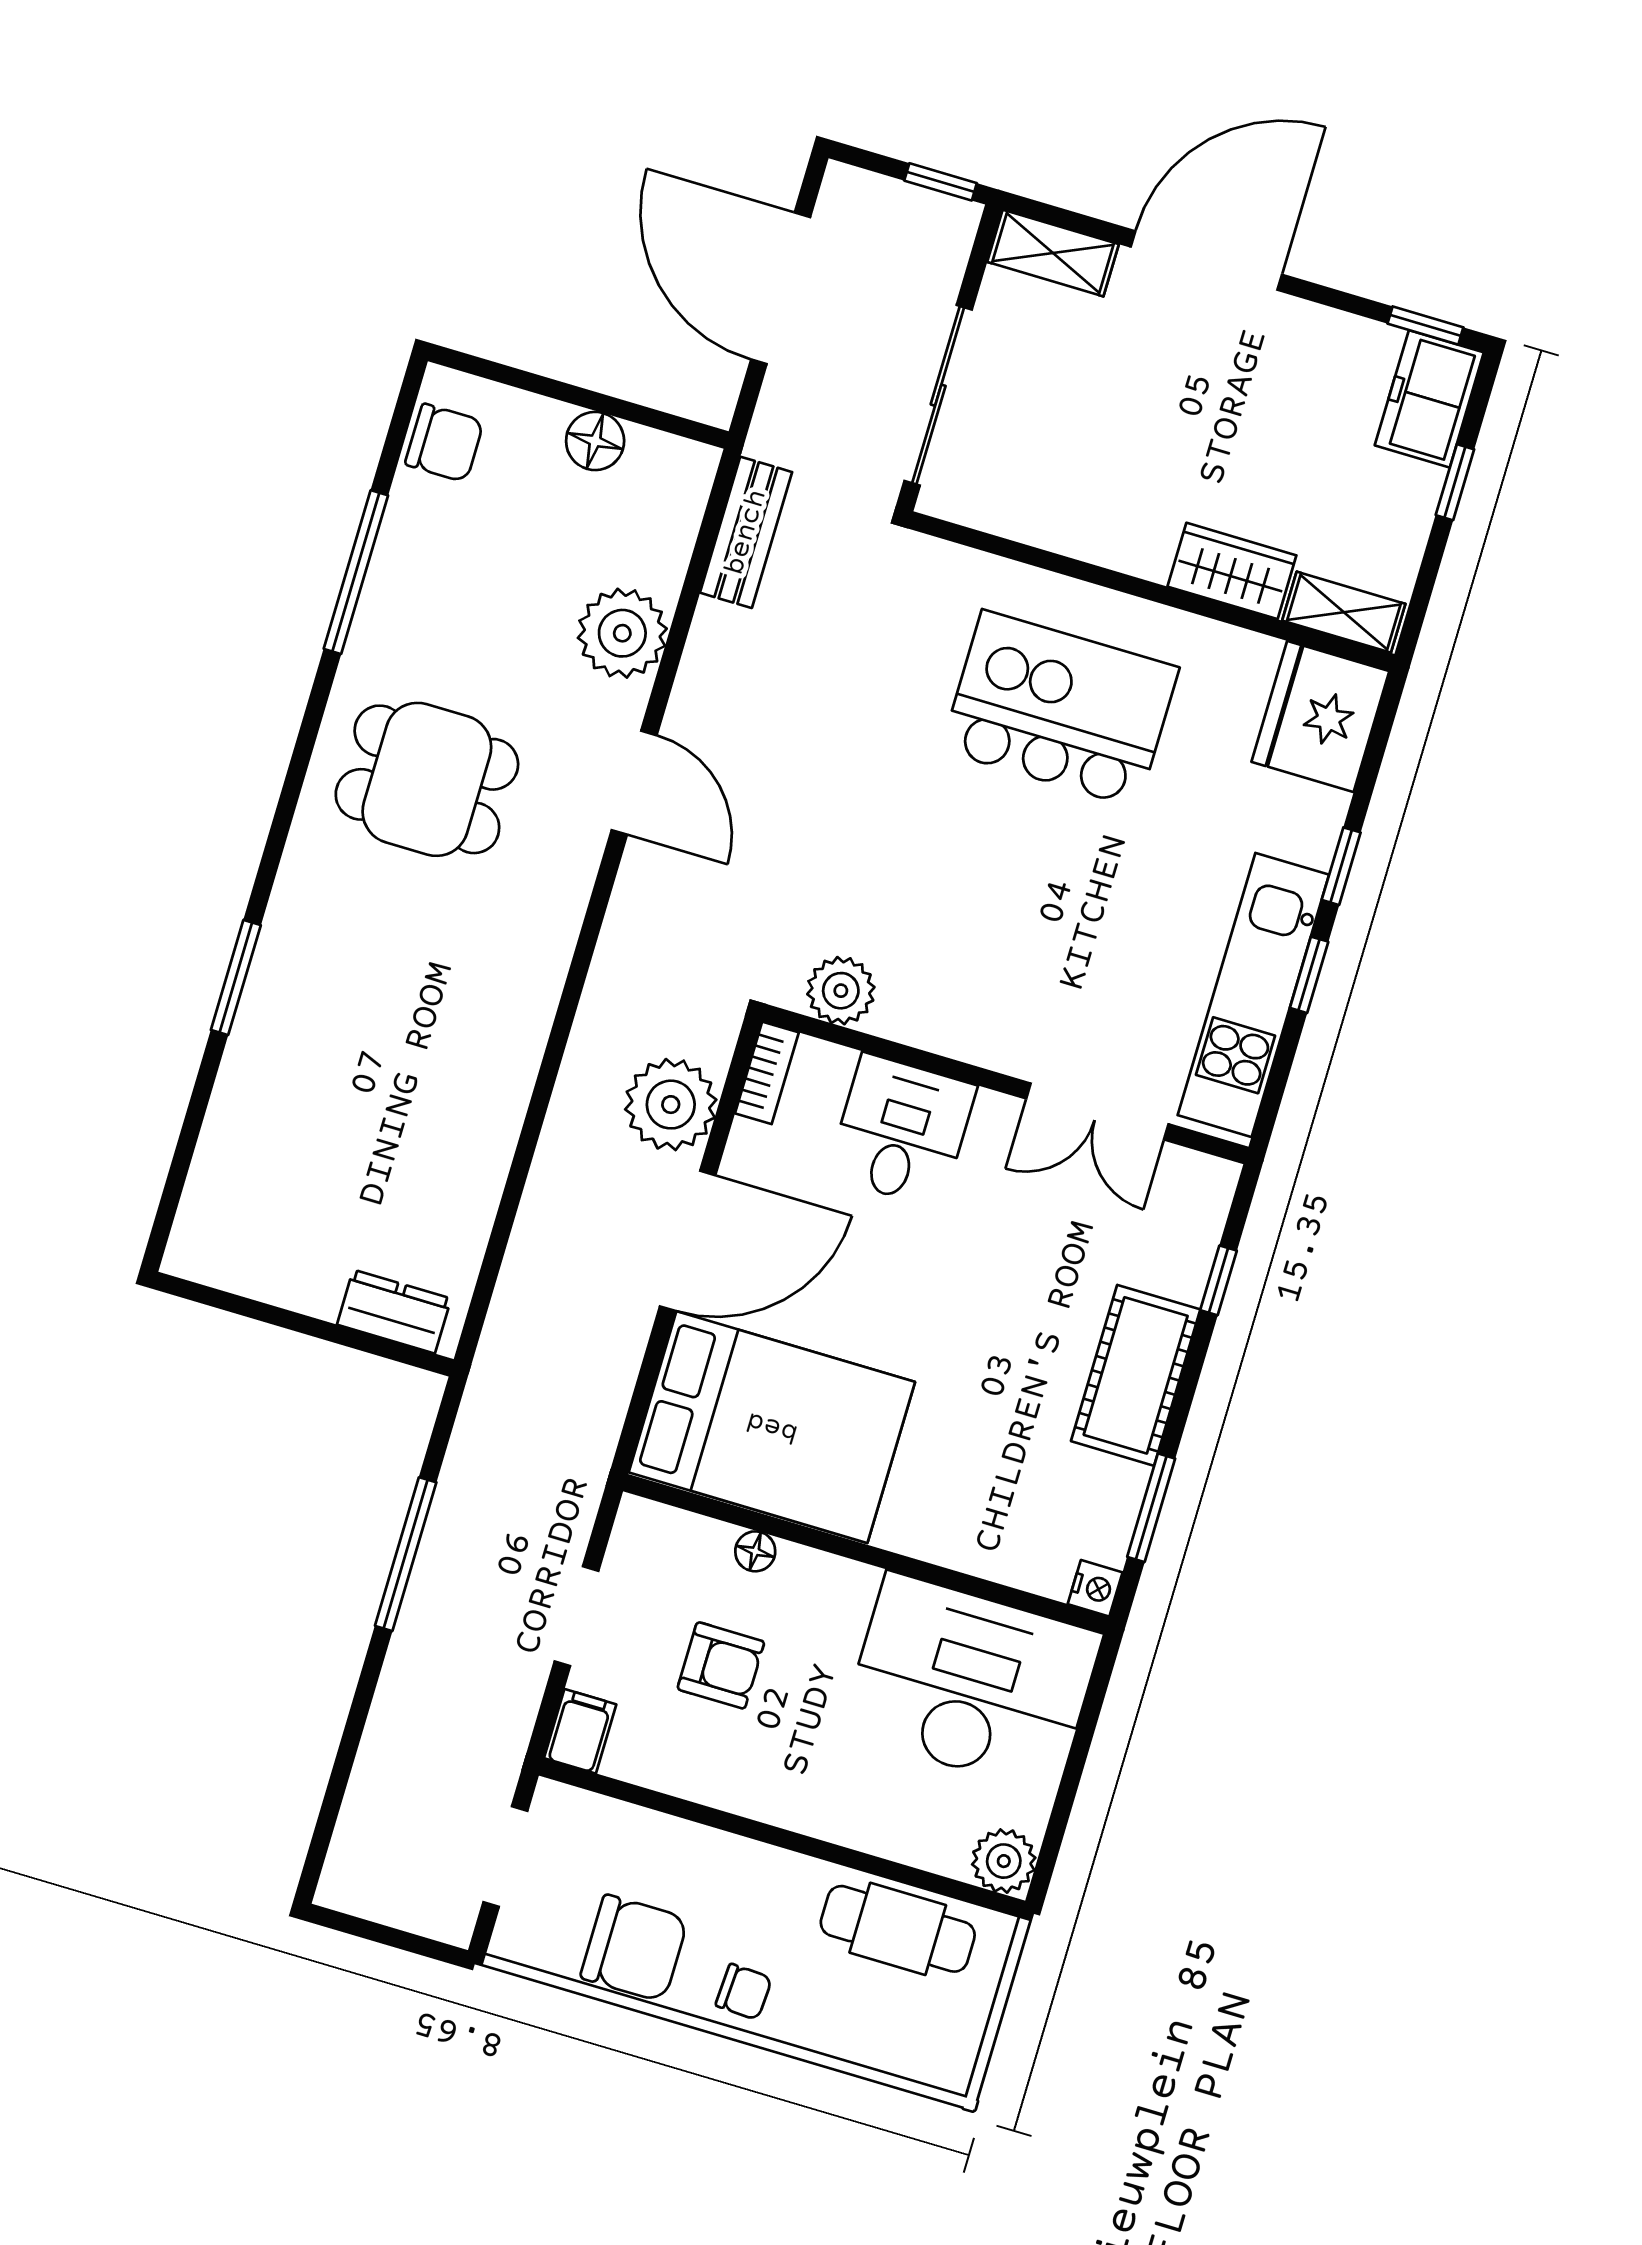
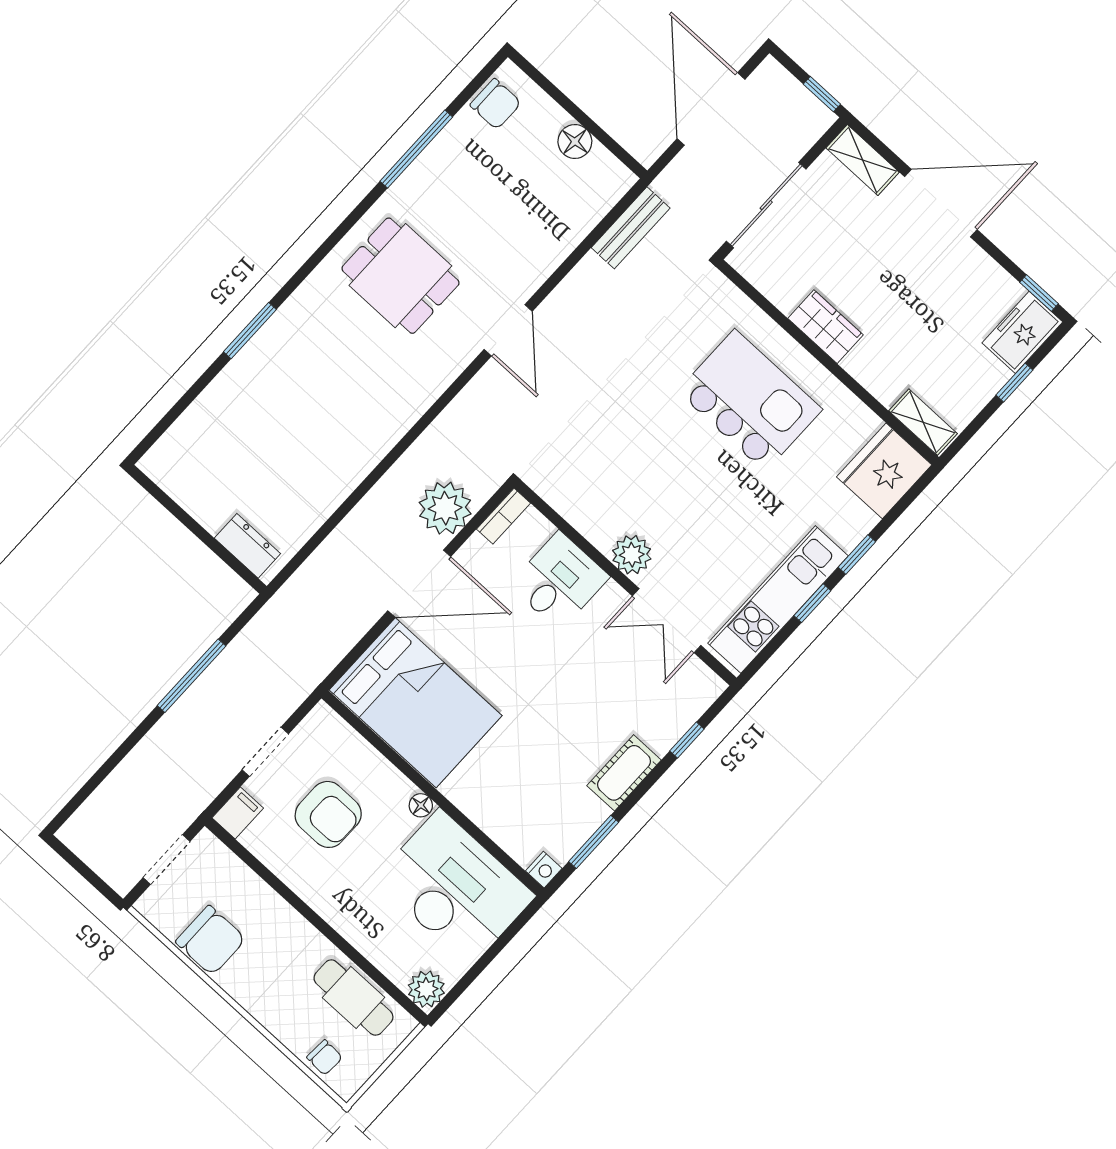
wardrobe: (1232, 571) -> (825, 327), moved
plant: (622, 633) -> (540, 249), removed
plant: (841, 991) -> (632, 555), moved
cot: (1136, 1375) -> (624, 773), width x0.73, depth x0.75
floor lamp: (755, 1551) -> (421, 805), moved
armchair: (721, 1665) -> (328, 814), width x1.38, depth x1.38
chair: (744, 1992) -> (325, 1057), moved

